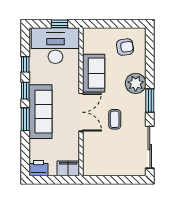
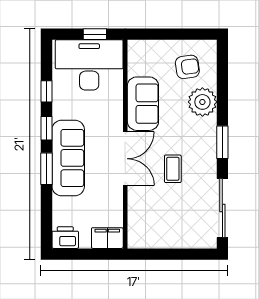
plant: (136, 83) -> (202, 102), moved

